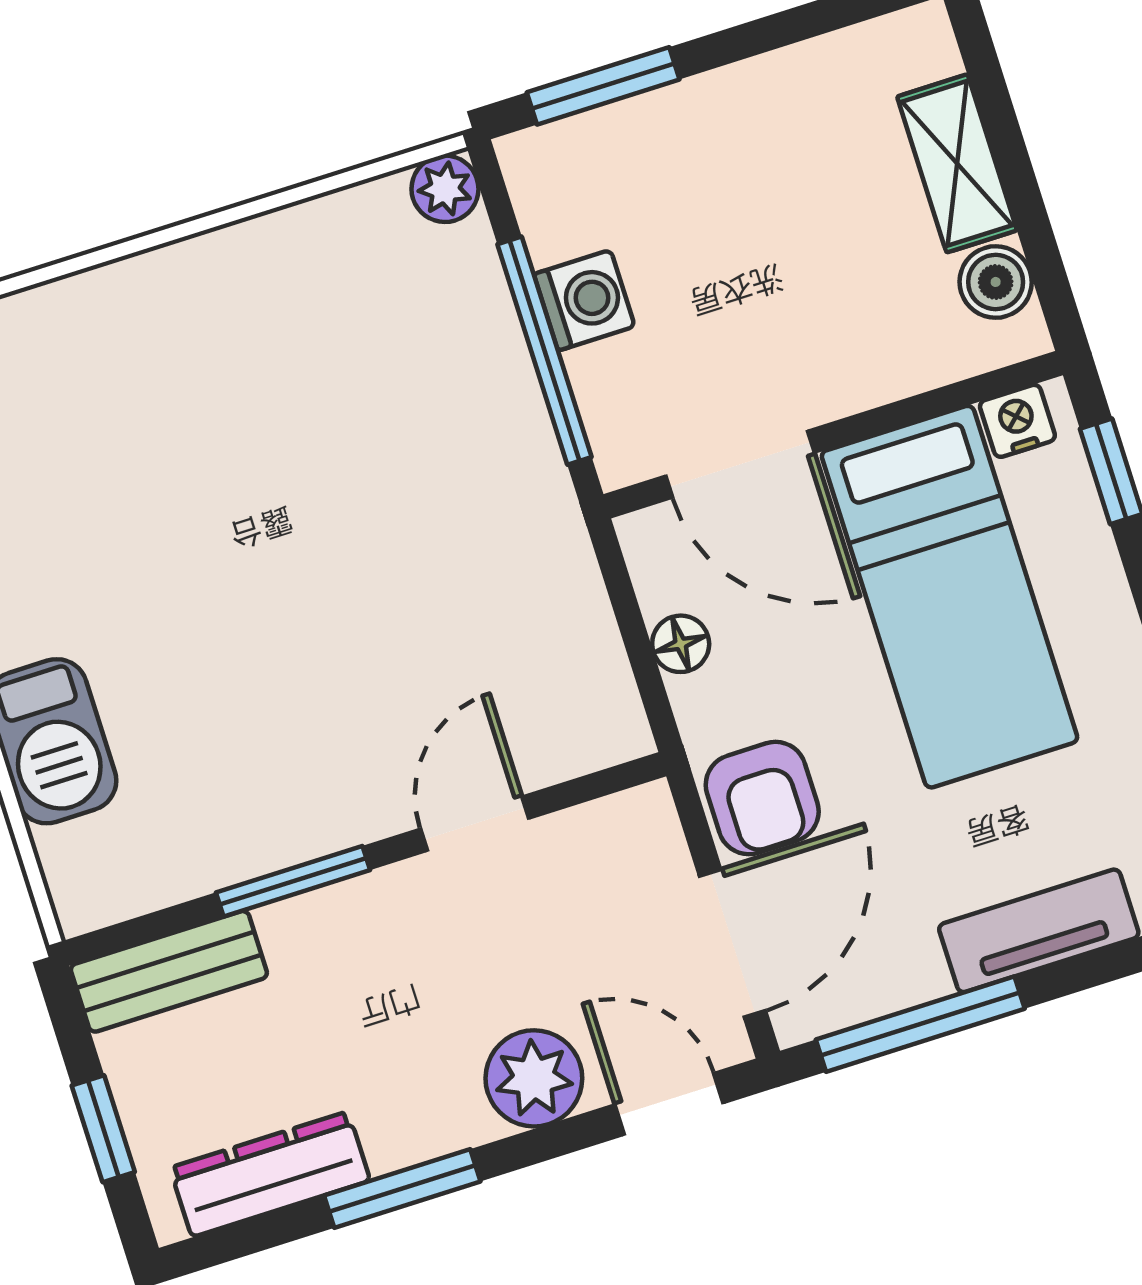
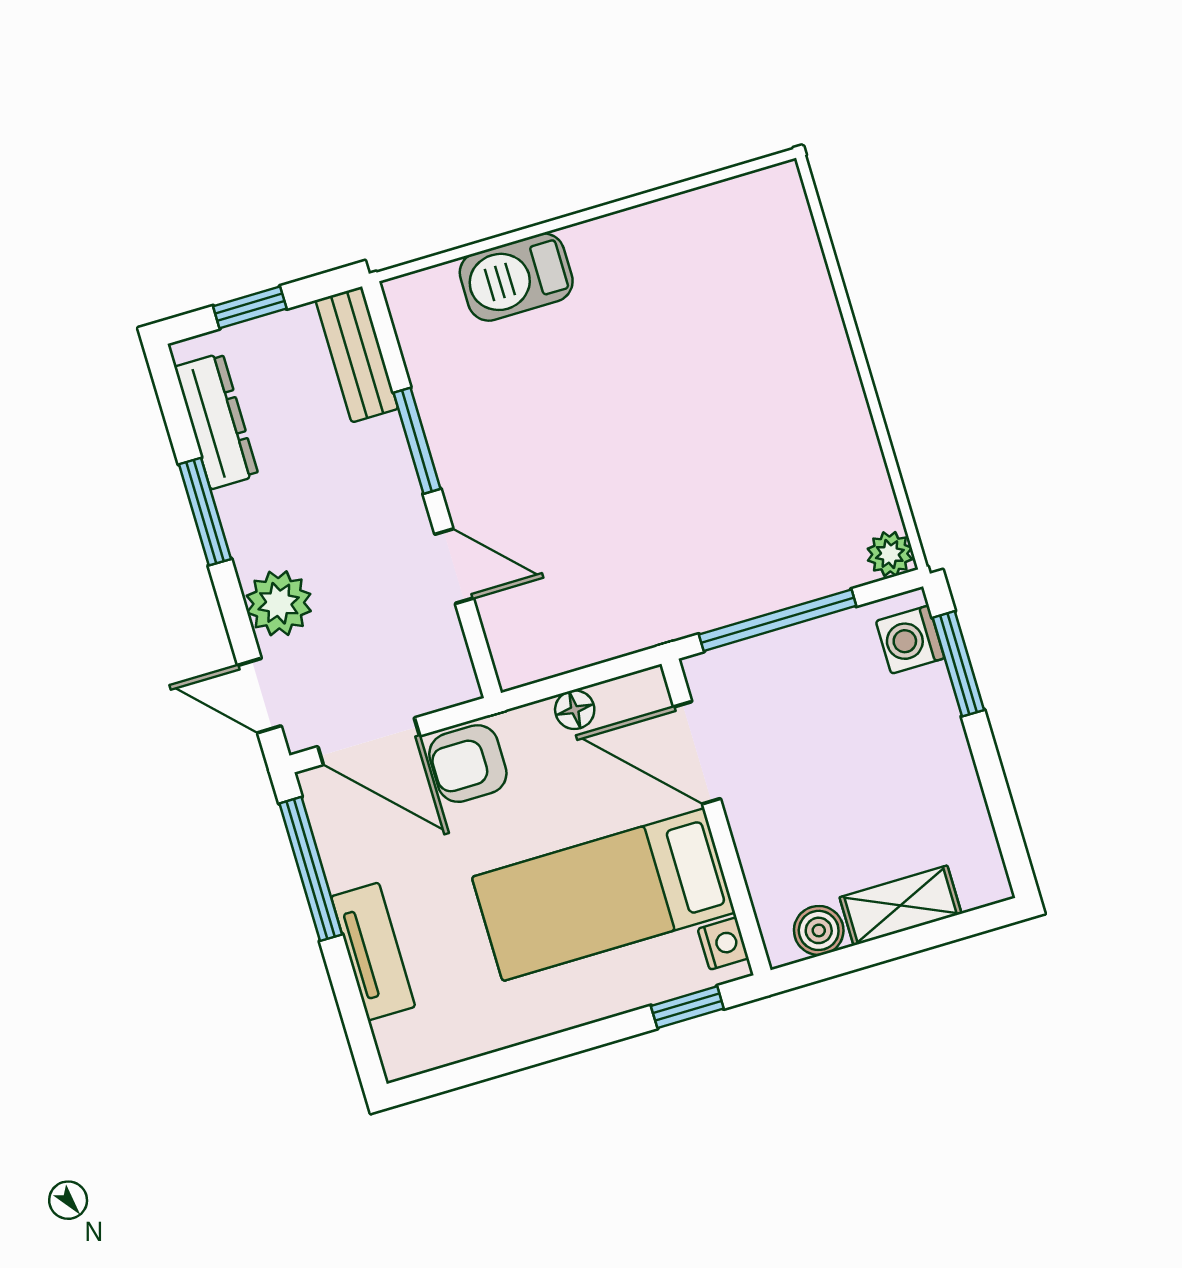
washing machine: (584, 300) -> (910, 640), moved, turned 90
door: (740, 464) -> (697, 753), hinge flipped
door: (669, 1104) -> (259, 696), swing flipped

